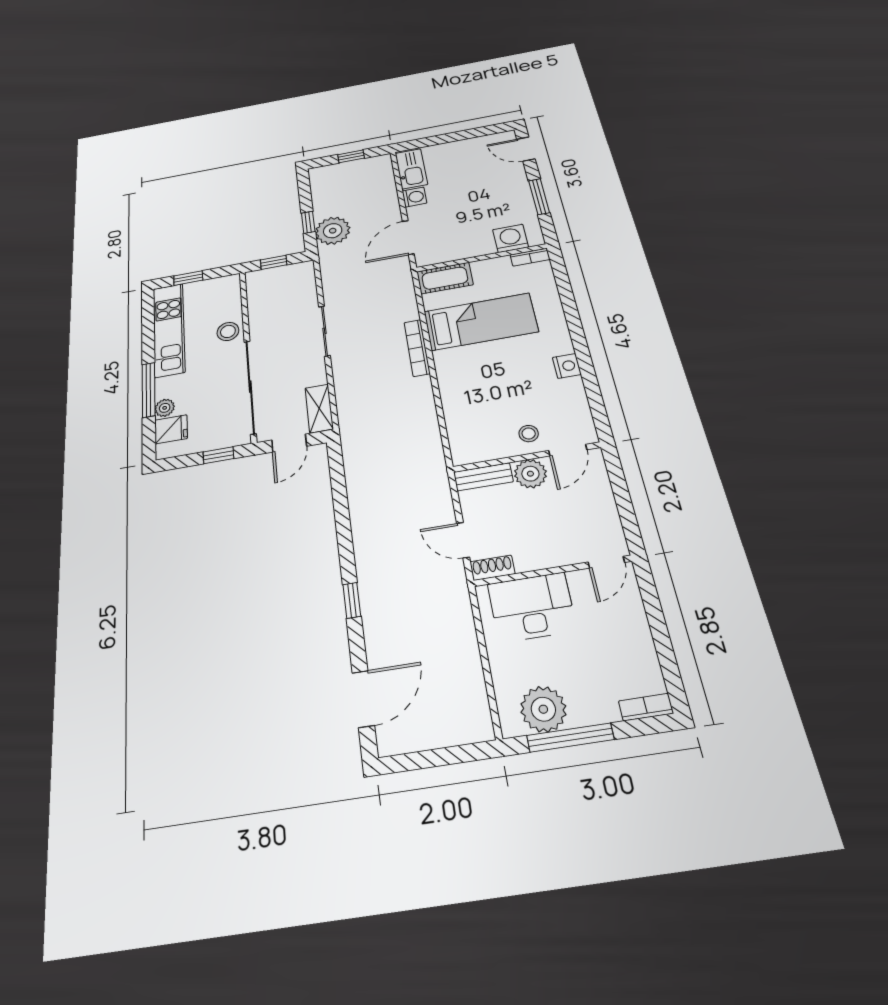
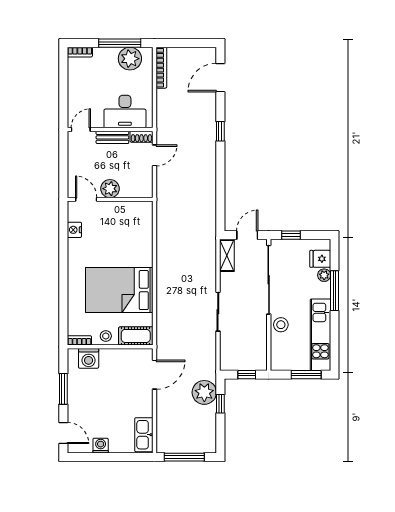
window: (351, 156) -> (184, 457), width x2.17
washing machine: (414, 197) -> (101, 446), moved, turned 90
window: (188, 278) -> (306, 375), width x1.50
bed: (481, 322) -> (119, 290), width x1.50
bookcase: (417, 348) -> (161, 68), moved
nightstand: (567, 366) -> (74, 230), moved
stool: (529, 434) -> (106, 336), moved
door: (568, 450) -> (86, 199), hinge flipped
bench: (483, 477) -> (112, 137), moved
door: (463, 540) -> (154, 155), hinge flipped

